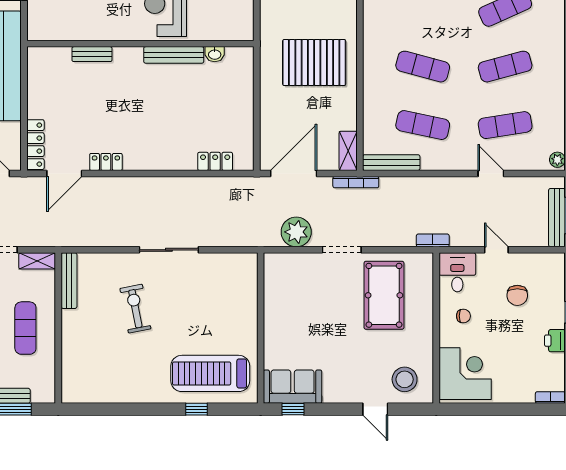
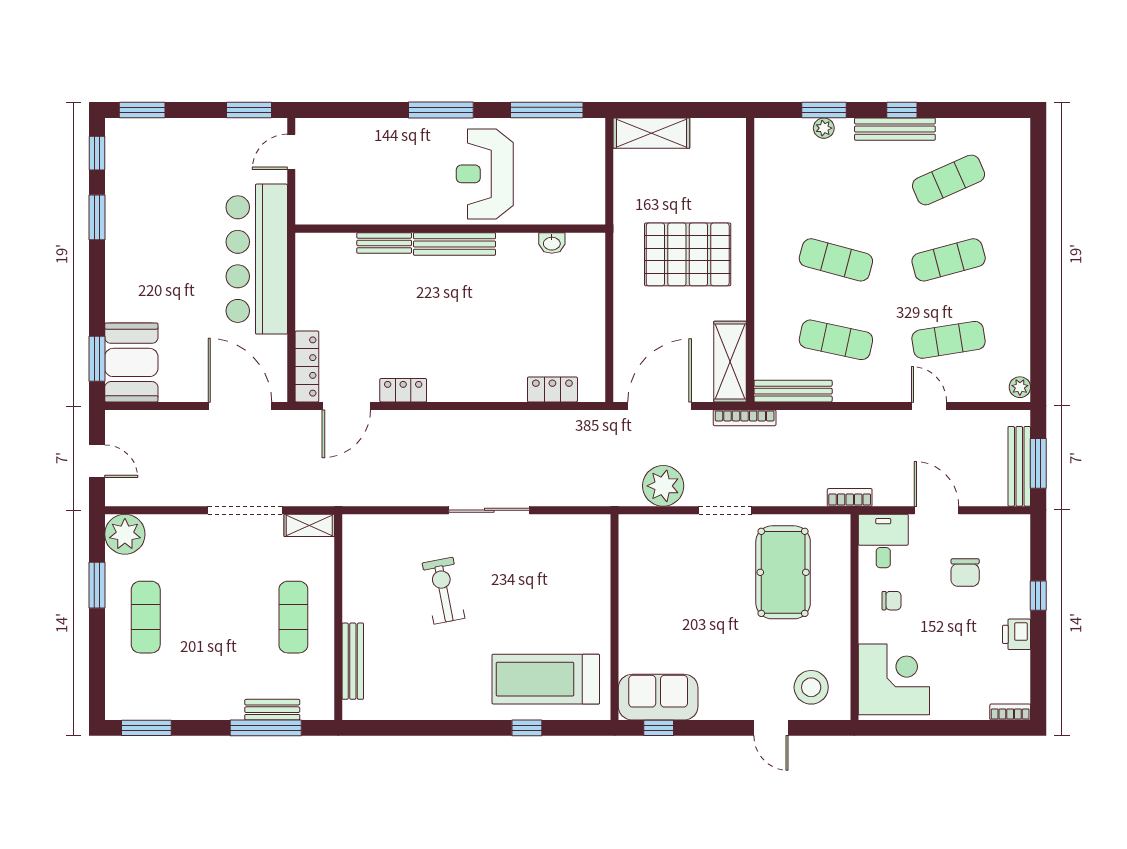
bench: (174, 55) -> (454, 244), moved
shelving: (348, 151) -> (730, 362), width x1.50, depth x1.33
door: (496, 250) -> (937, 510), width x1.37
bench: (69, 281) -> (353, 661), moved

